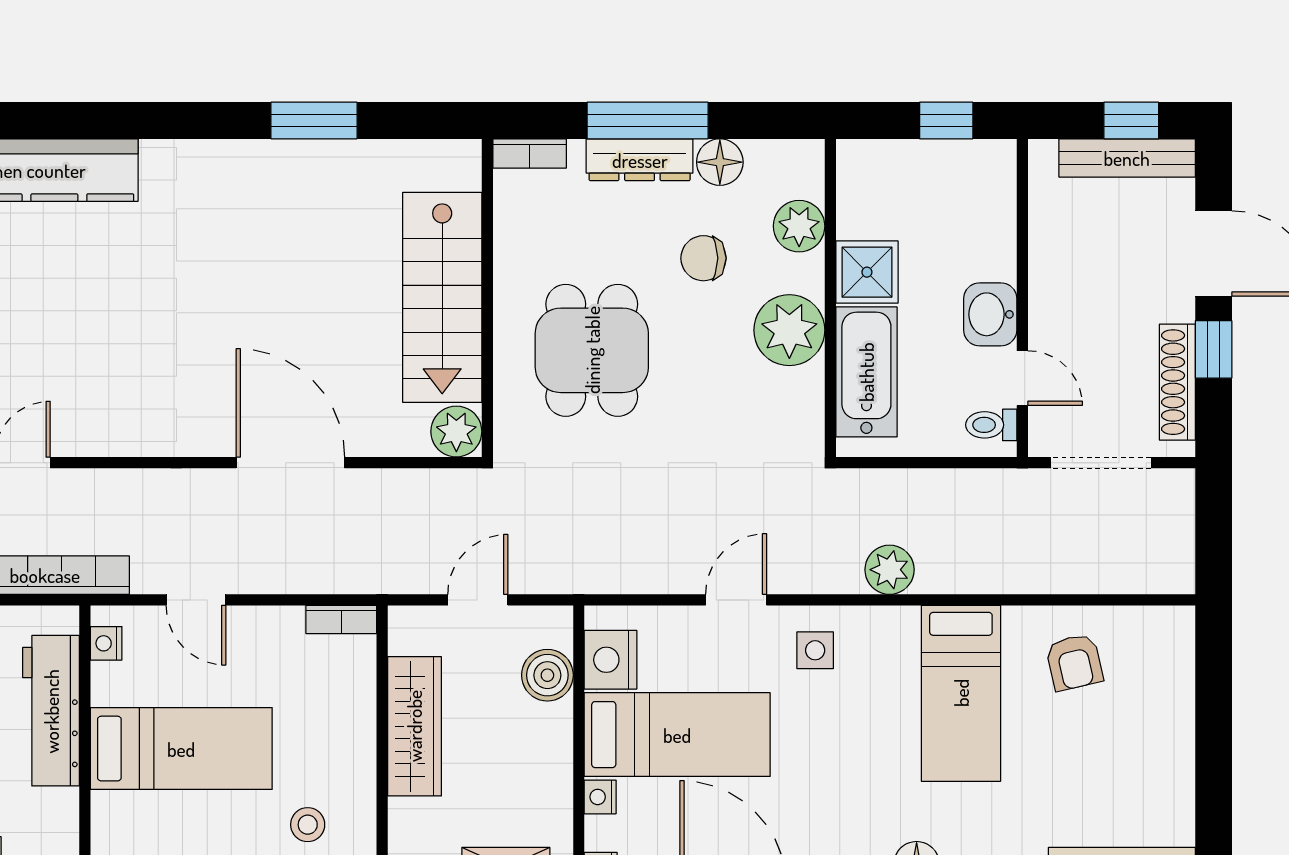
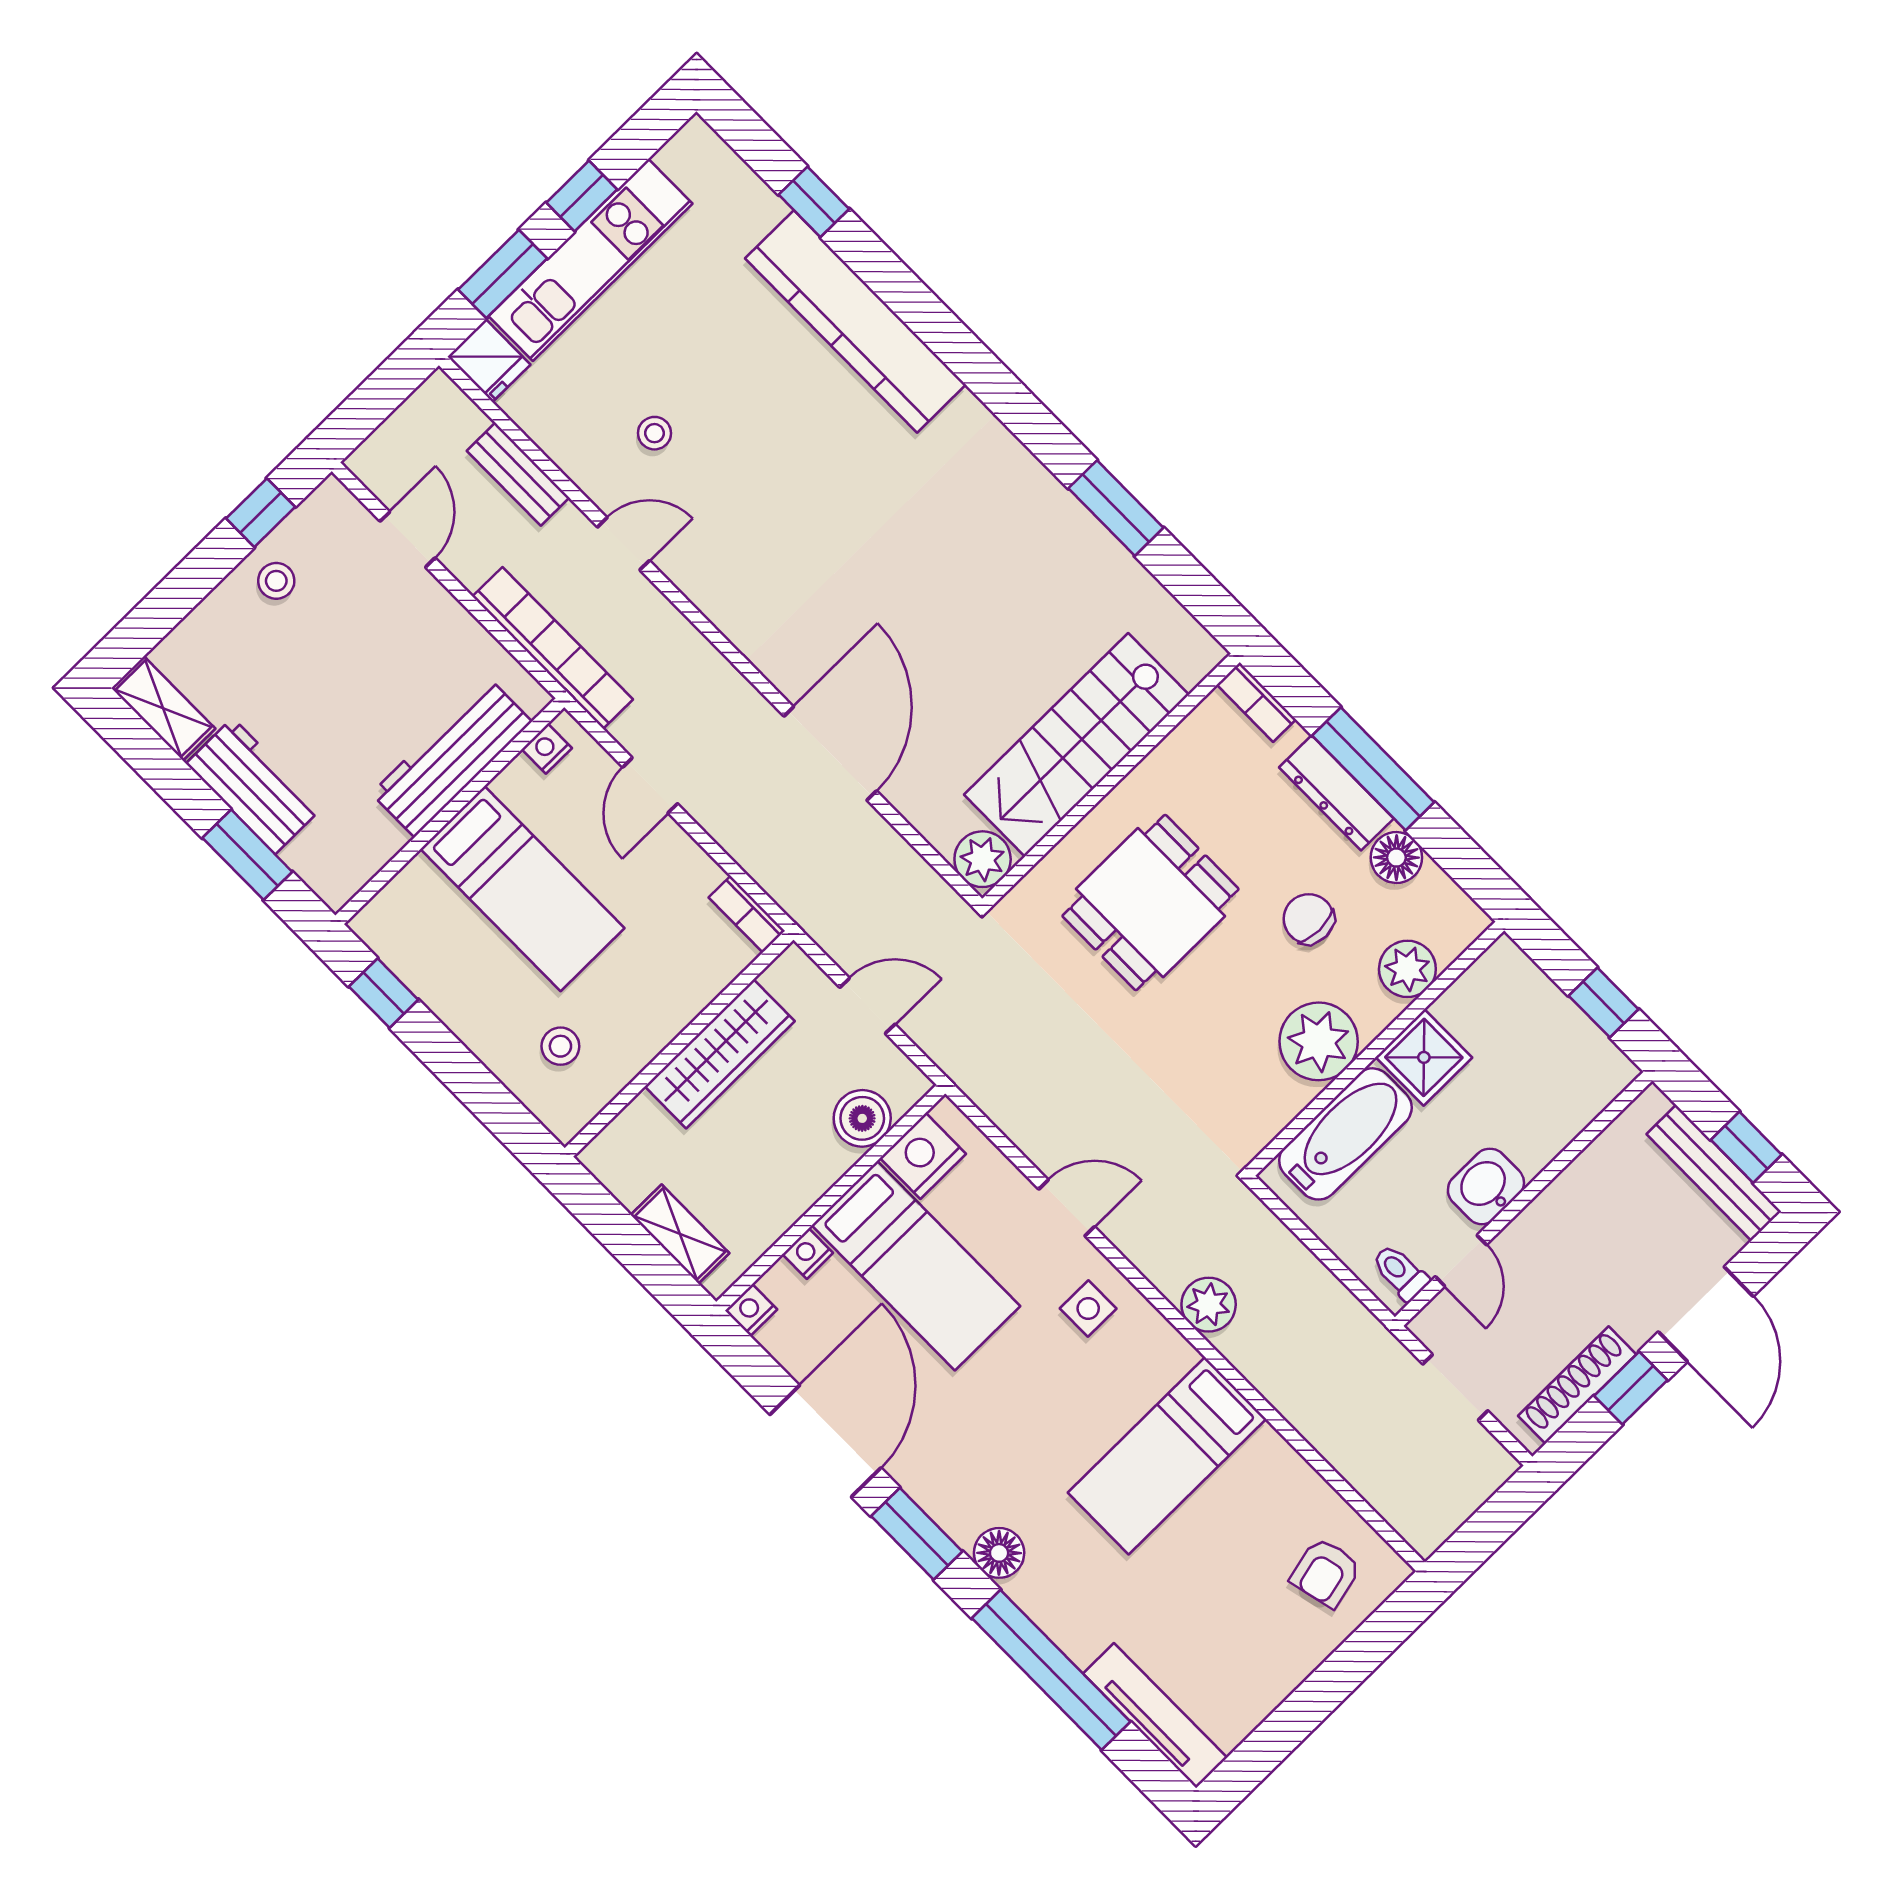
doorway: (1101, 463) -> (1455, 1387), width x0.73
armchair: (1074, 662) -> (1326, 1573), moved

